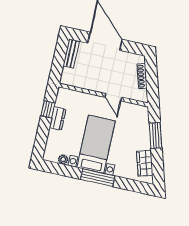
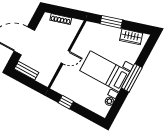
door: (113, 97) -> (65, 57), moved
dresser: (58, 118) -> (75, 96), removed

